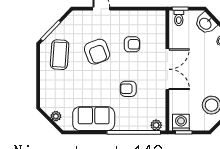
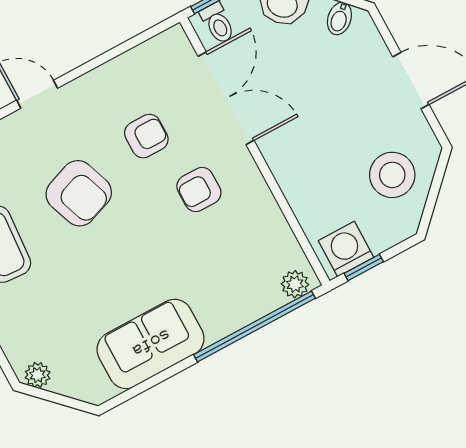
double door: (167, 69) -> (226, 98), moved
armchair: (128, 89) -> (199, 189), moved
plant: (56, 116) -> (38, 375), moved

